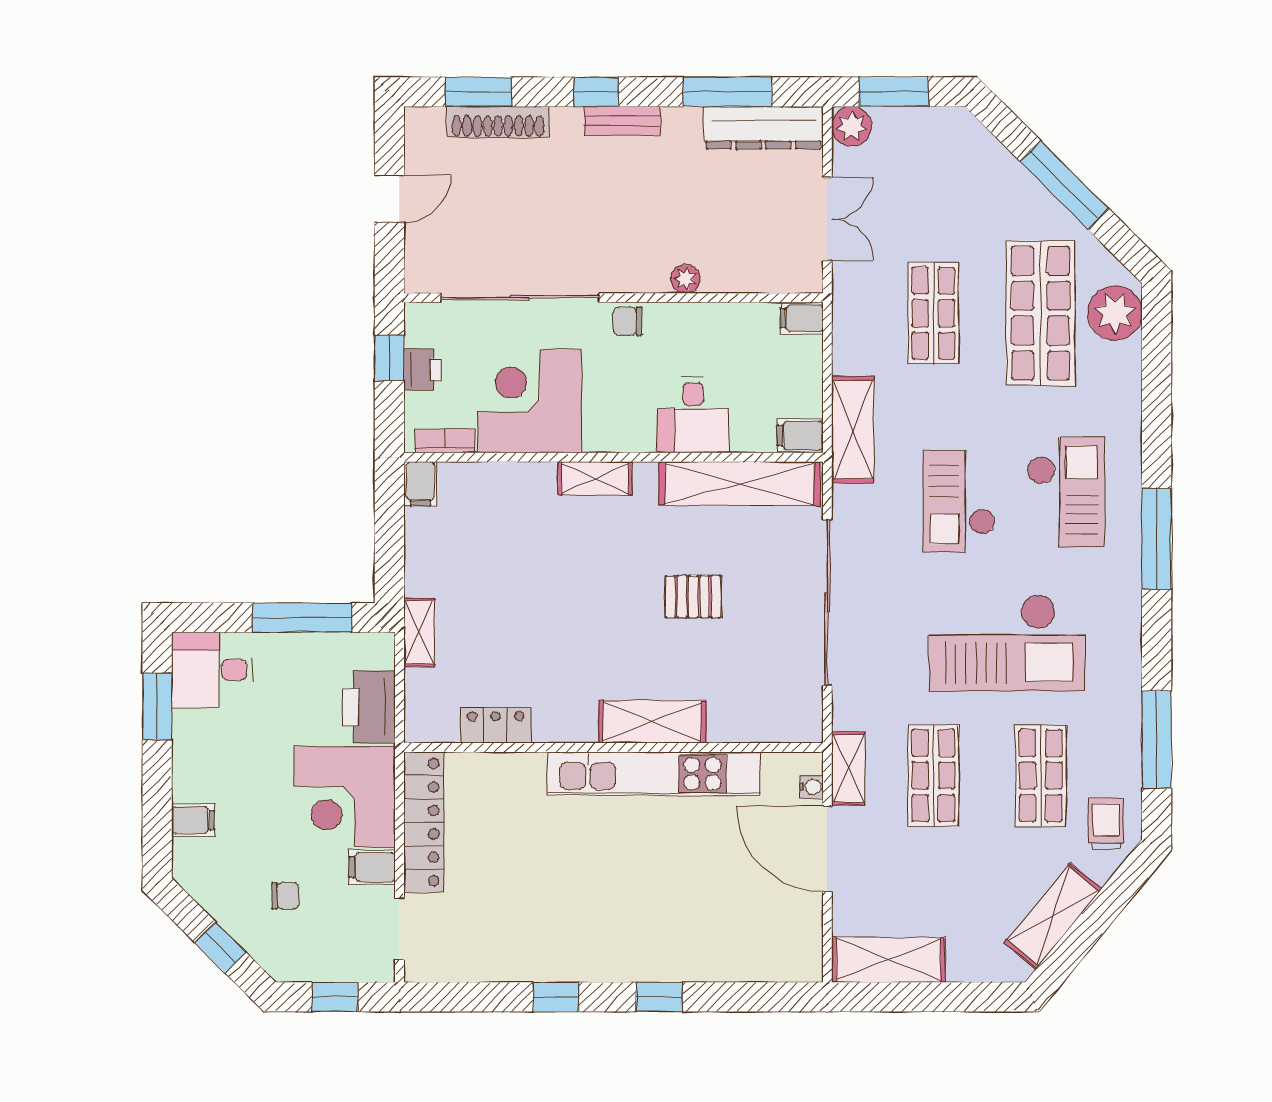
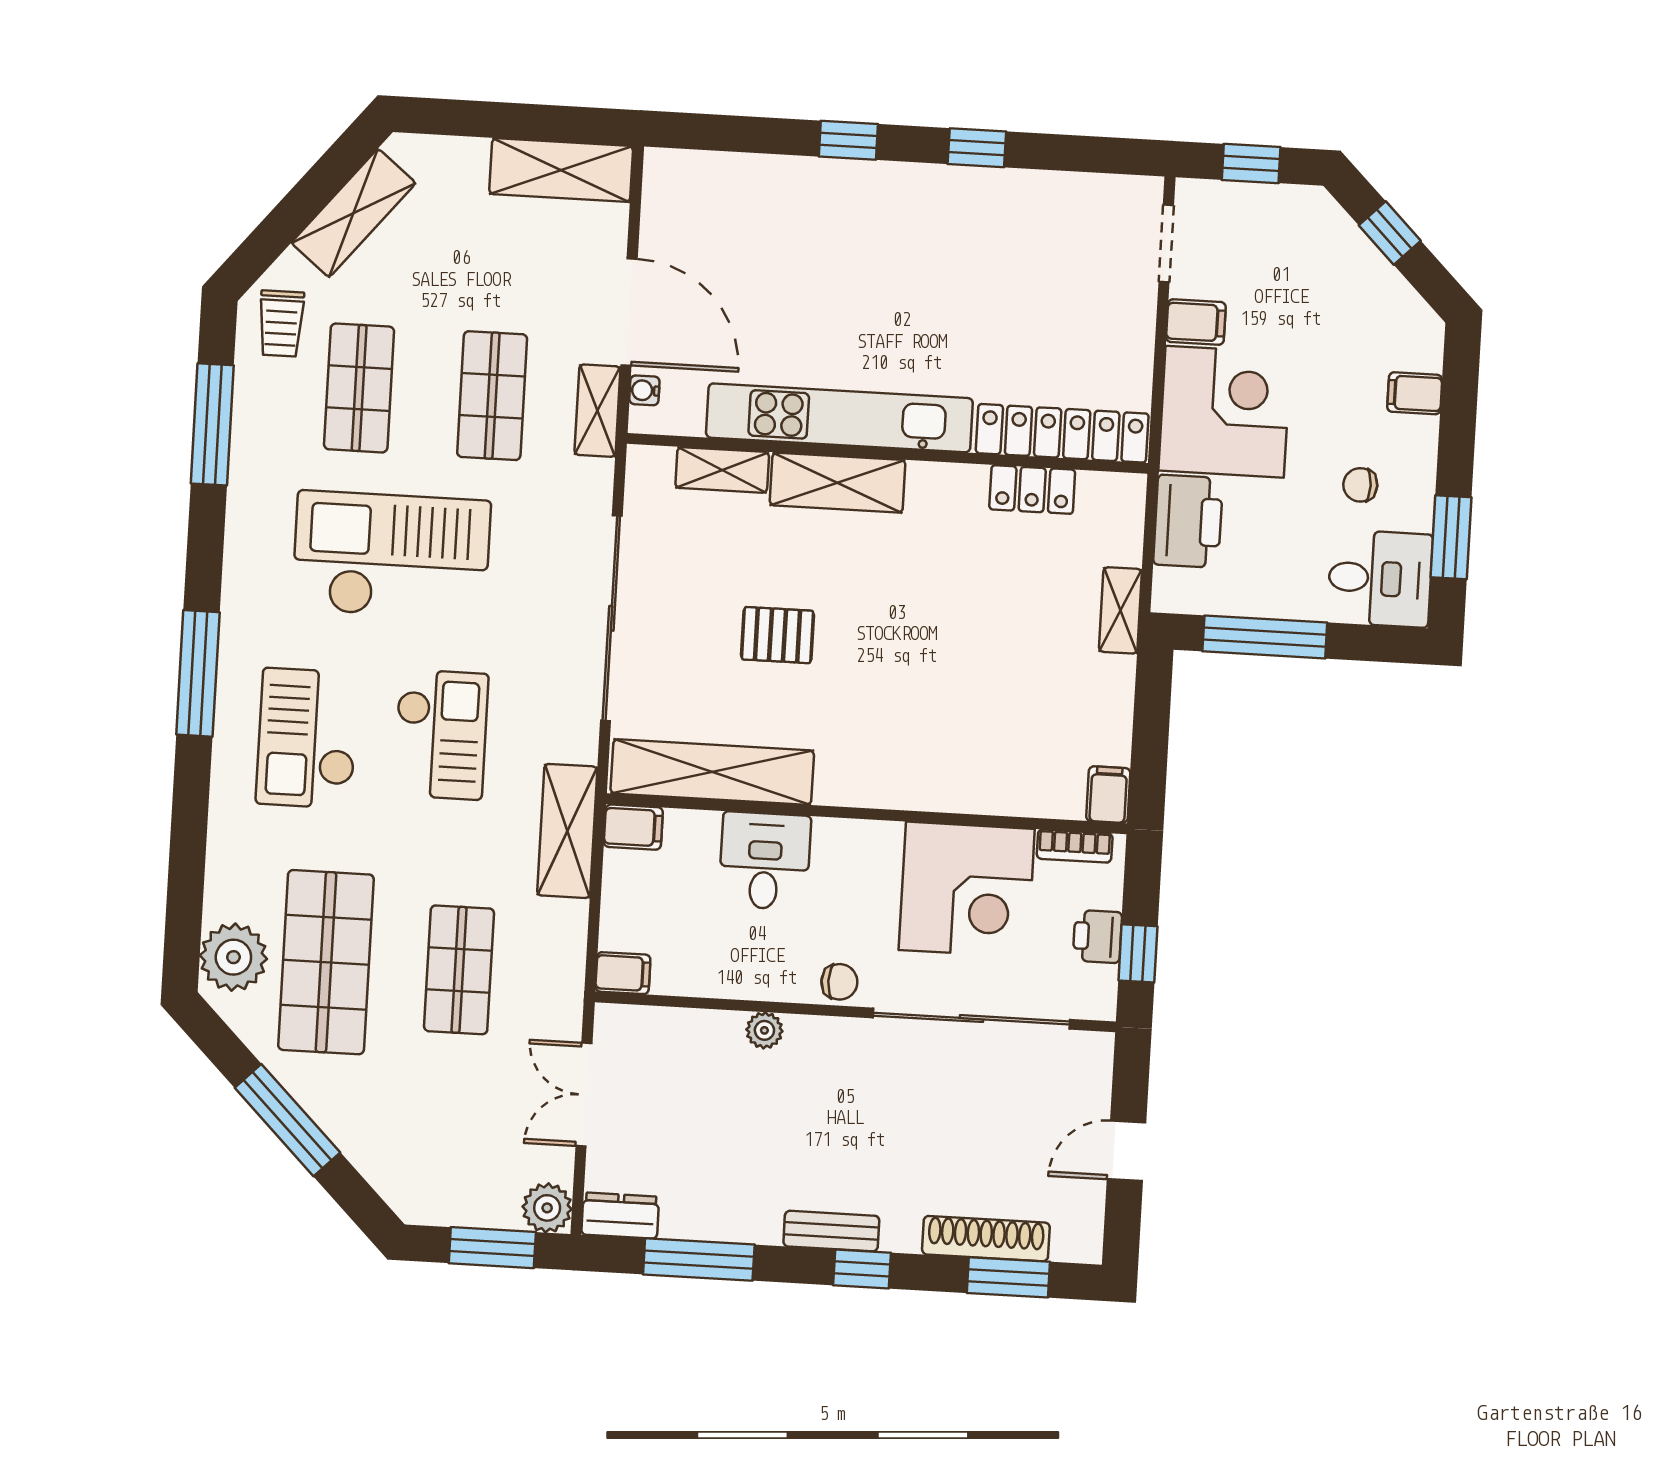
dresser: (763, 128) -> (620, 1216), width x0.51, depth x0.80
shelving: (595, 478) -> (722, 470), moved
locker: (424, 822) -> (1062, 433), moved, turned 90
chair: (285, 896) -> (1360, 485), moved

